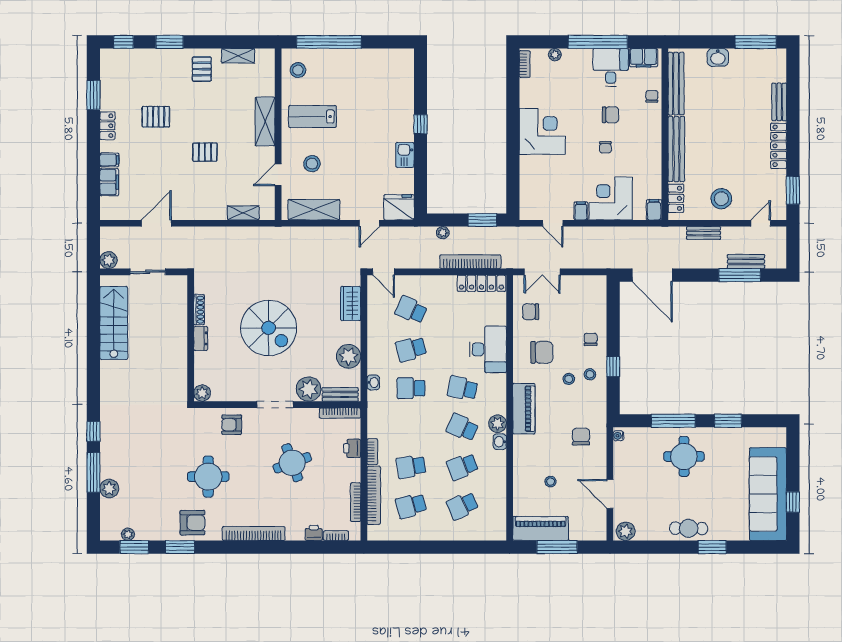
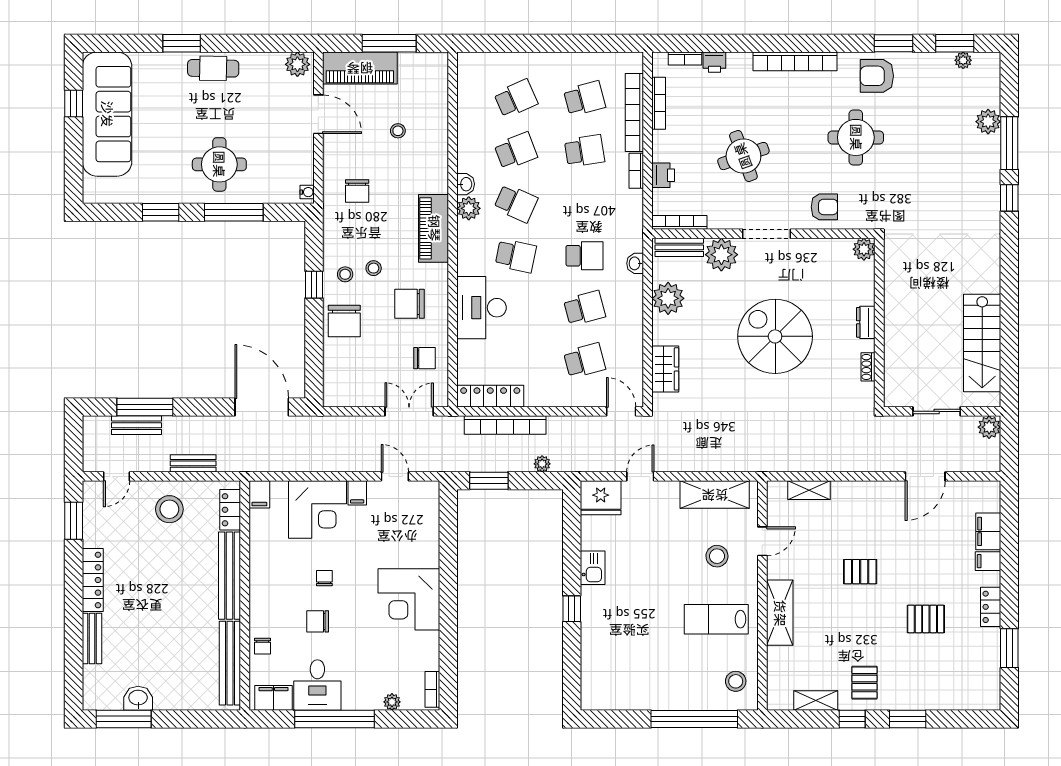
window: (124, 42) -> (852, 719), moved
washbasin: (718, 57) -> (138, 698), moved
lab bench: (312, 117) -> (716, 619), turned 180
shoe rack: (199, 310) -> (868, 367), width x0.70
school desk: (411, 310) -> (584, 361), turned -39
chair: (591, 339) -> (344, 321), width x1.87, depth x1.87
piano: (541, 528) -> (360, 68), moved

